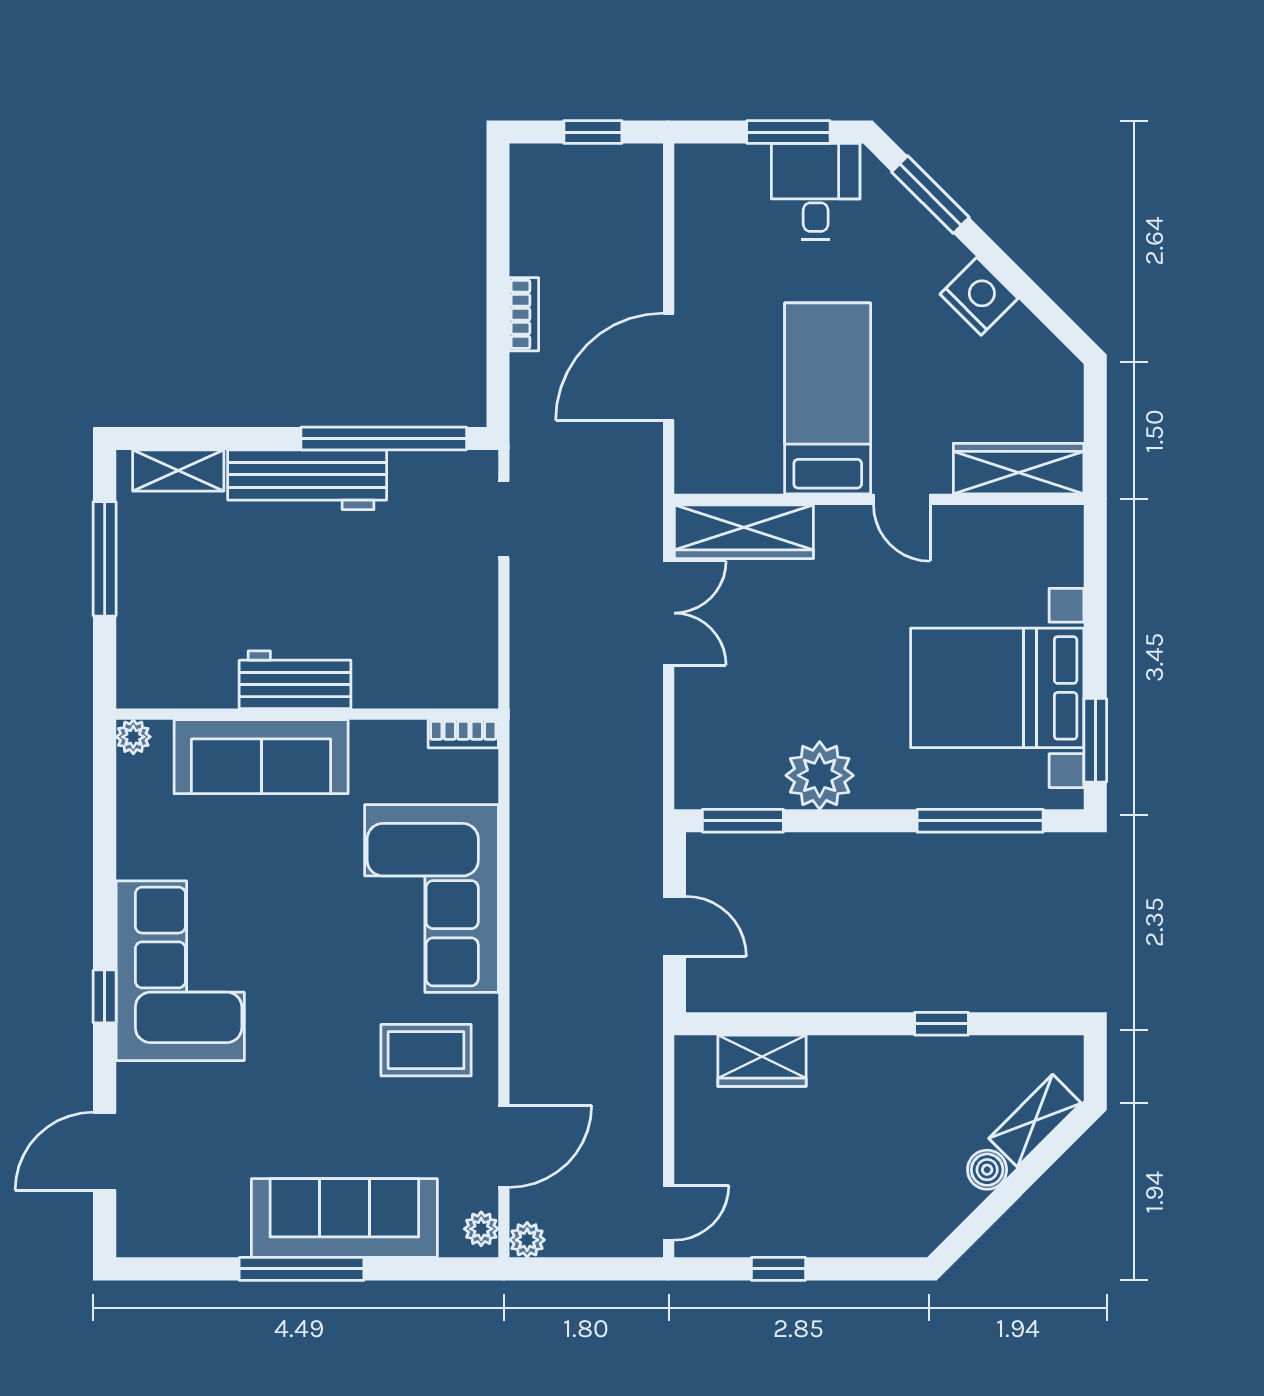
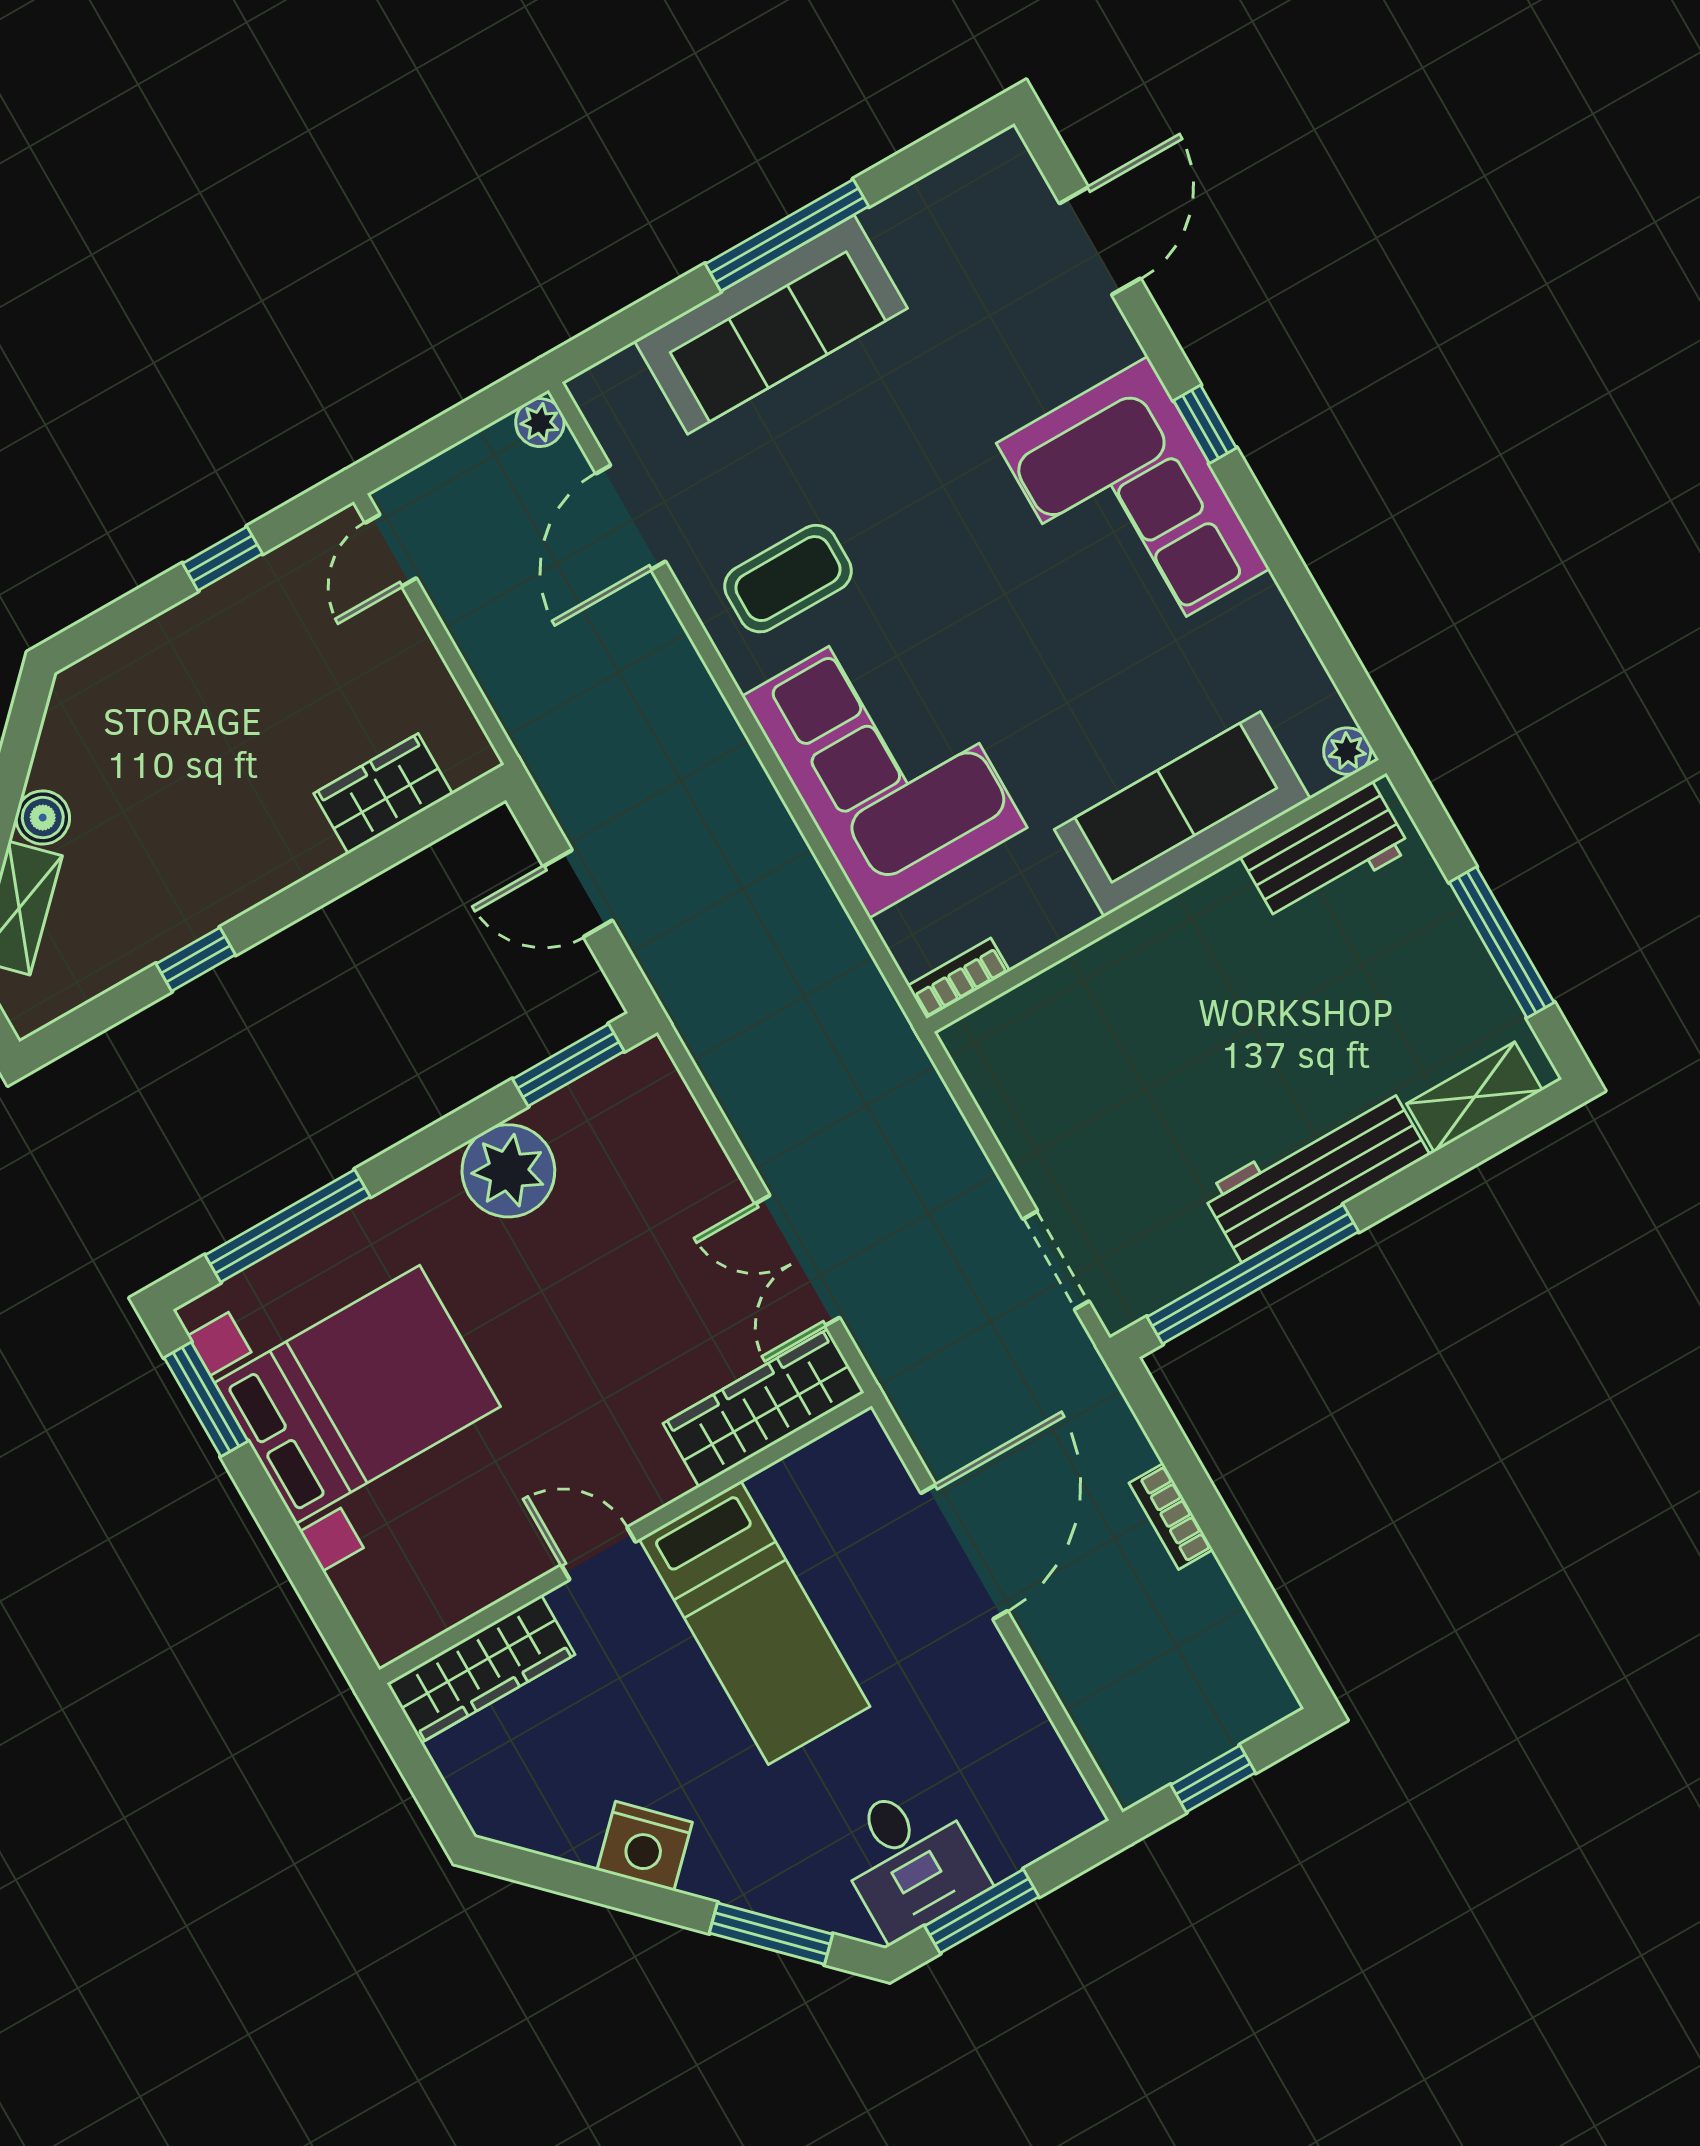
workbench: (295, 680) -> (1326, 853), moved
plant: (481, 1229) -> (602, 404), removed

